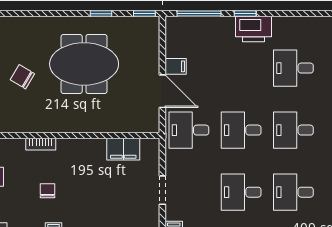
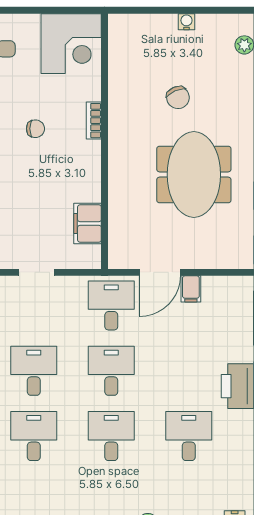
chair: (22, 77) -> (178, 98), turned 125

